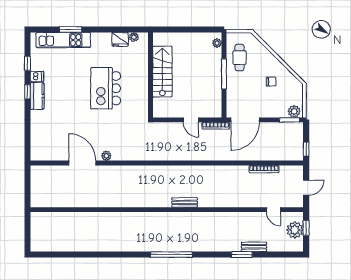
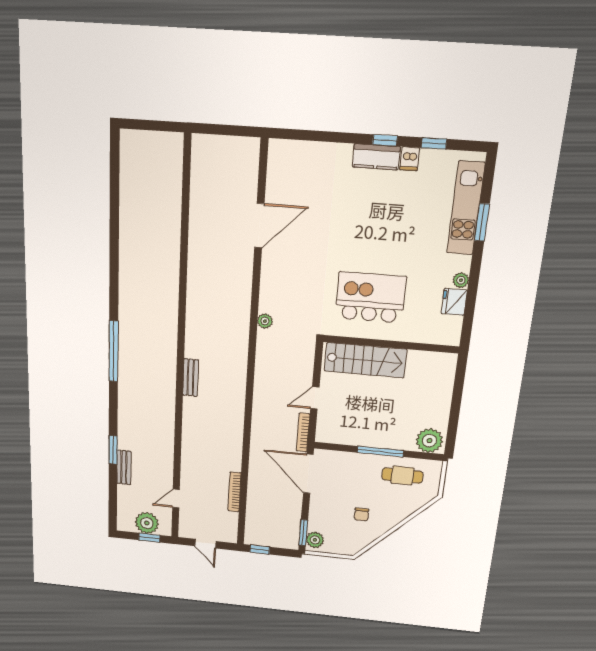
plant: (134, 37) -> (461, 280), moved
plant: (217, 43) -> (429, 441), width x1.88, depth x1.88
stairs: (162, 72) -> (365, 360), moved
kitchen island: (106, 88) -> (371, 297), moved
plant: (106, 156) -> (265, 321), moved

